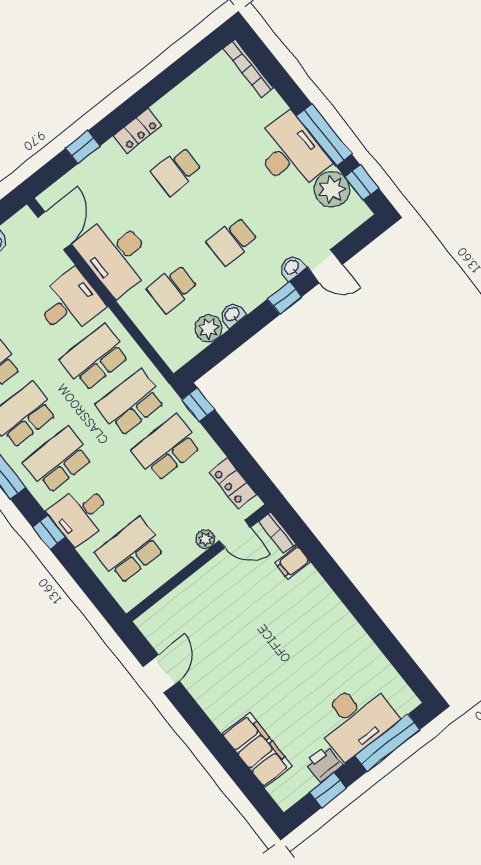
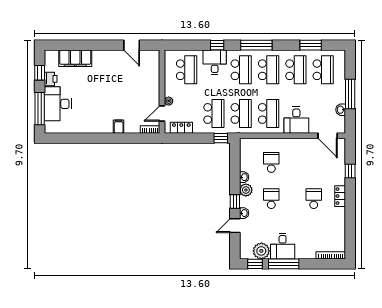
desk: (290, 153) -> (283, 246), width x0.73
desk: (116, 255) -> (301, 151), removed
plant: (209, 328) -> (246, 190), moved
filing cabinet: (292, 562) -> (119, 127), moved

